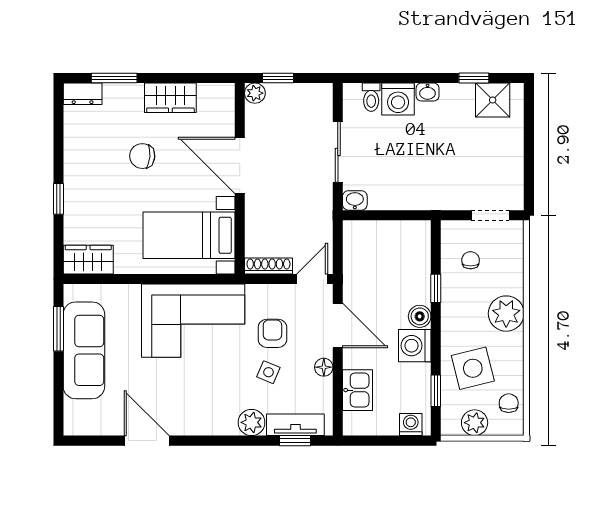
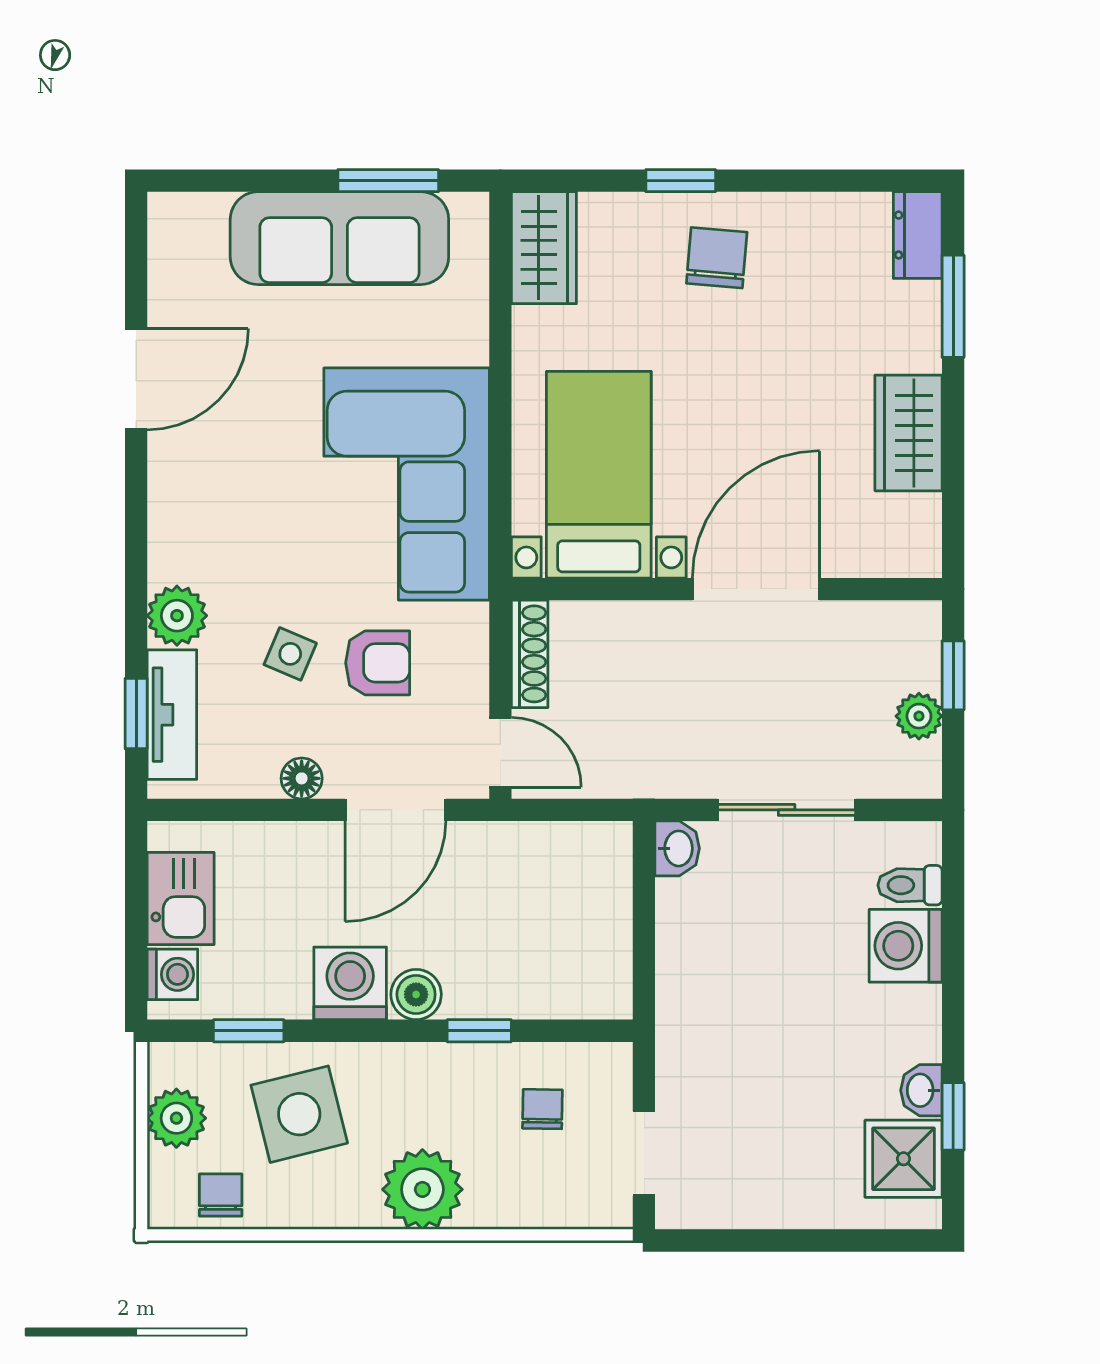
washbasin: (428, 92) -> (921, 1090), moved
plant: (255, 93) -> (919, 716), moved
chair: (142, 156) -> (717, 258), moved
chair: (471, 260) -> (542, 1109), turned -89
kitchen sink: (358, 390) -> (181, 898), moved, turned -90
chair: (509, 403) -> (221, 1195), turned -90

